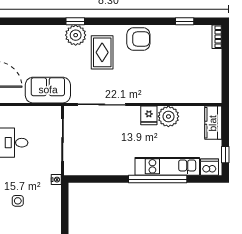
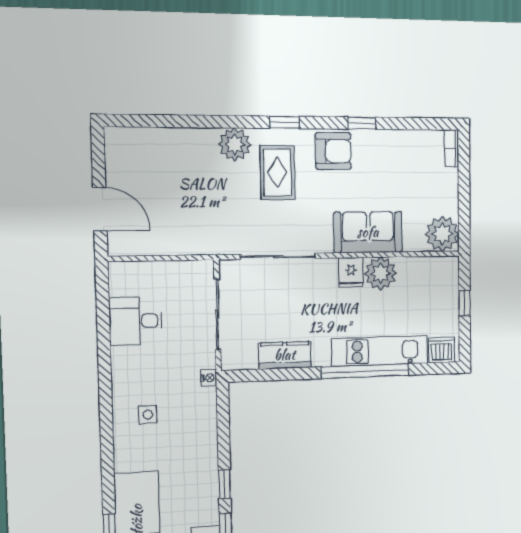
window: (75, 21) -> (285, 122), moved
window: (185, 21) -> (362, 123), moved
sofa: (48, 90) -> (368, 232), moved
plant: (210, 92) -> (442, 234), added
kitchen counter: (213, 123) -> (285, 355), moved, turned 90
window: (225, 155) -> (464, 303), moved

